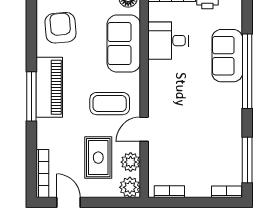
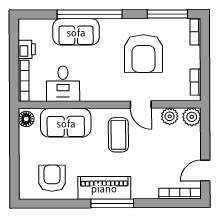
armchair: (60, 28) -> (52, 178), turned 95
armchair: (202, 132) -> (143, 54), added
rug: (98, 158) -> (166, 145), removed

